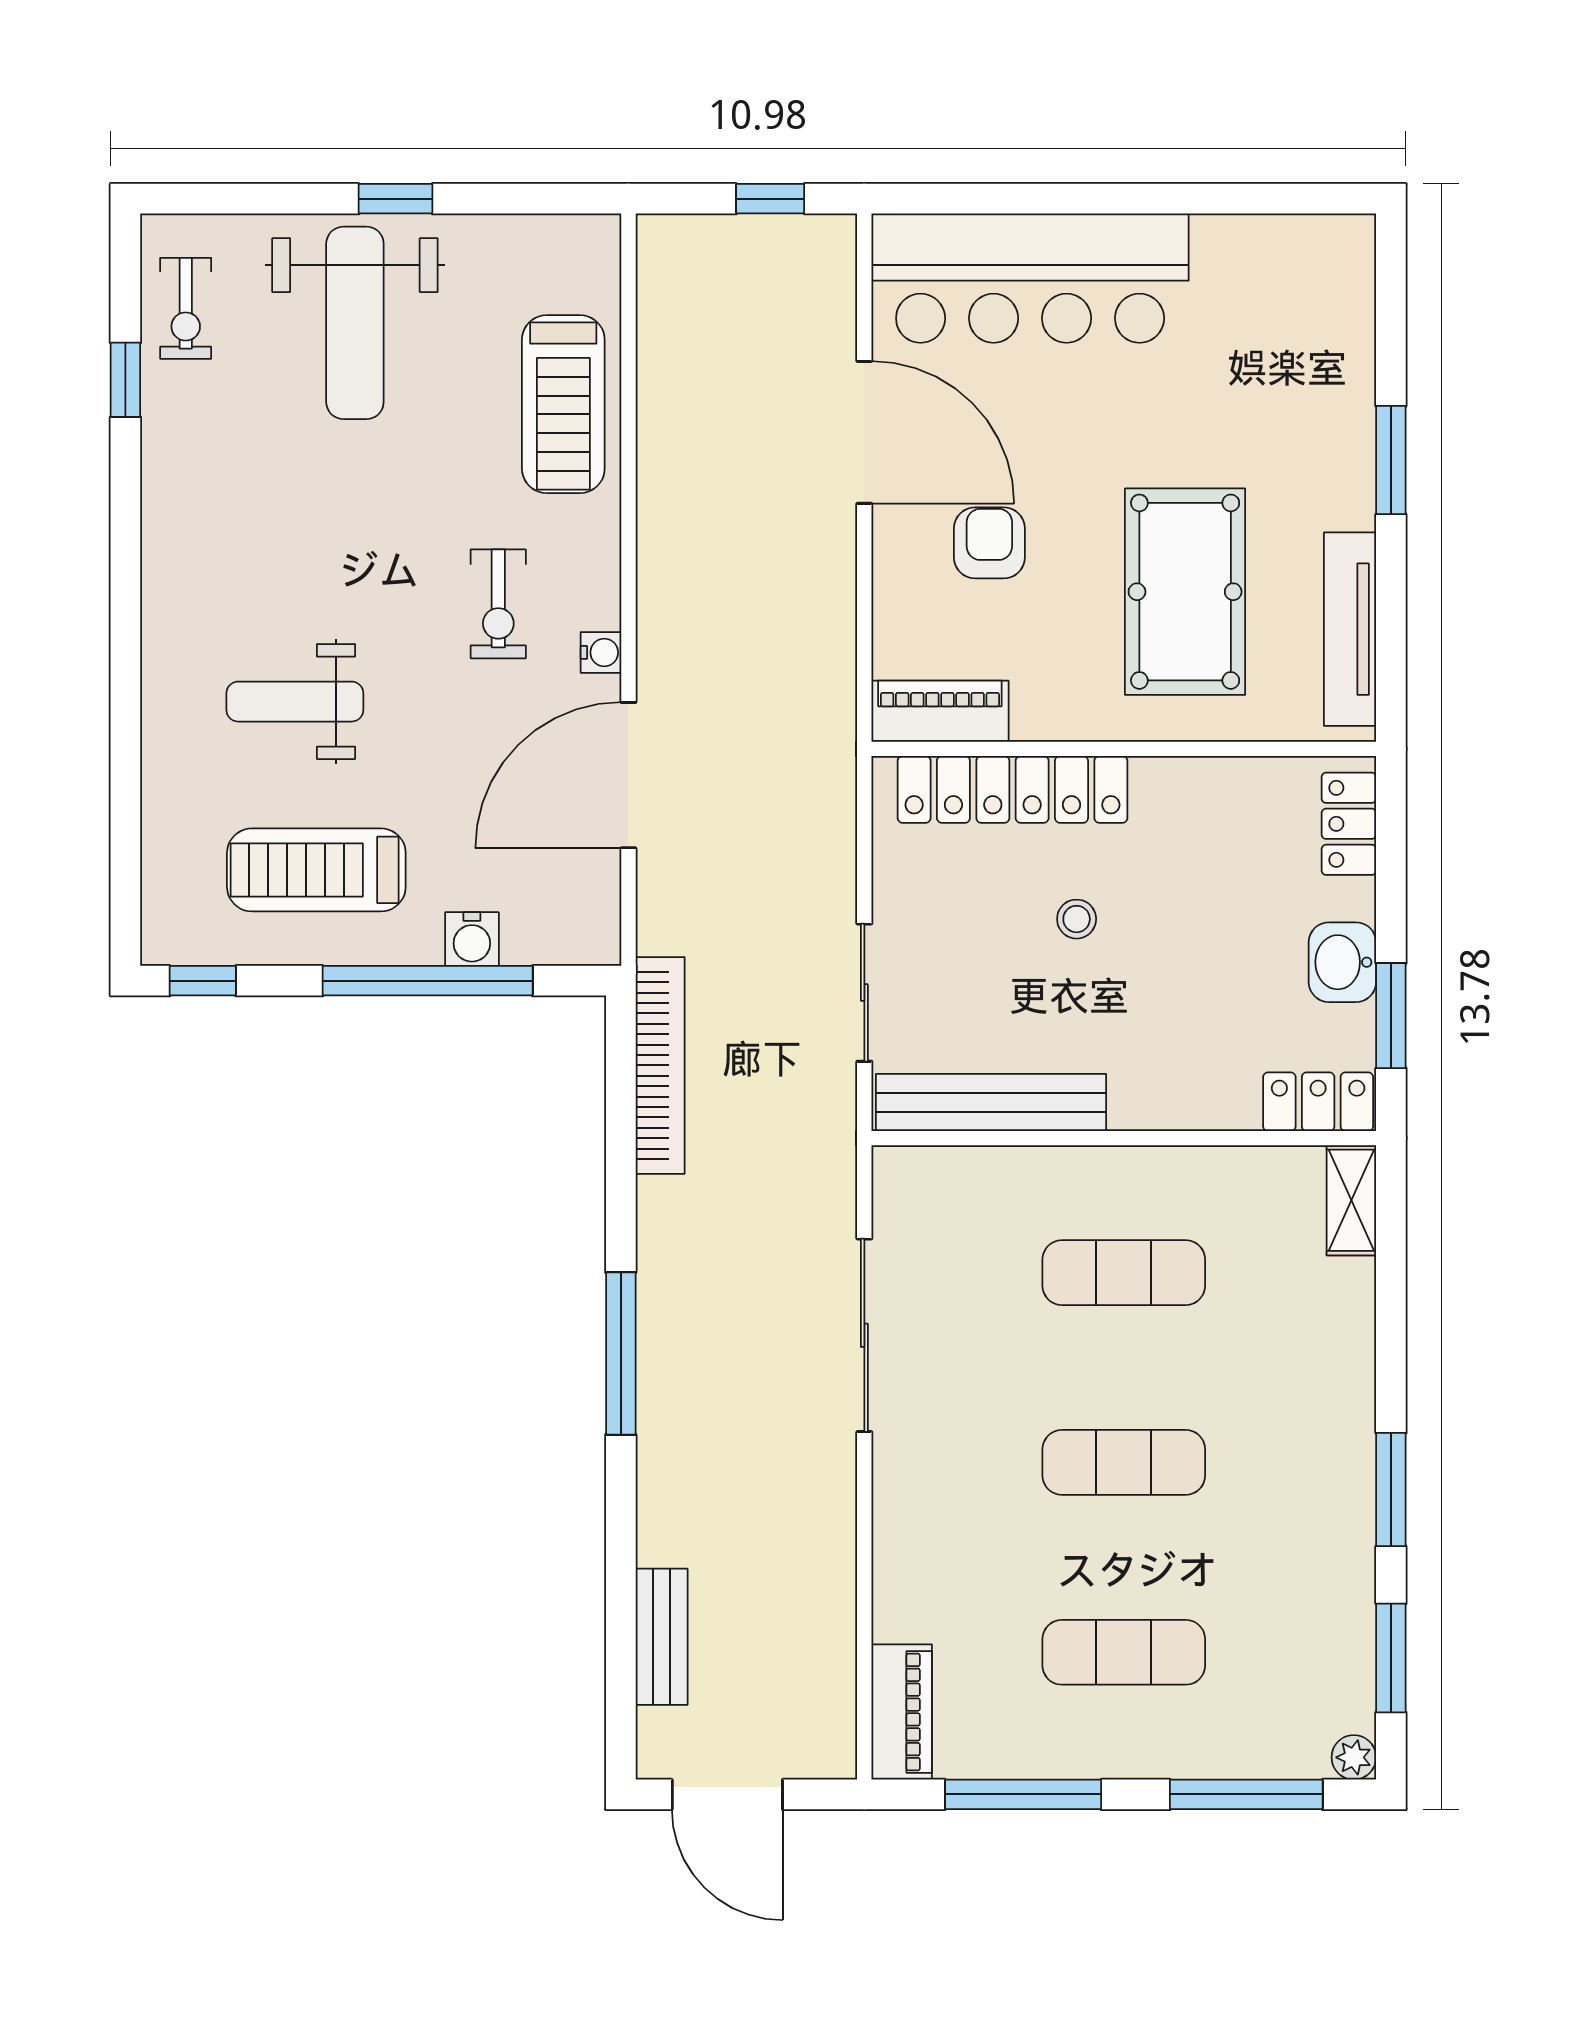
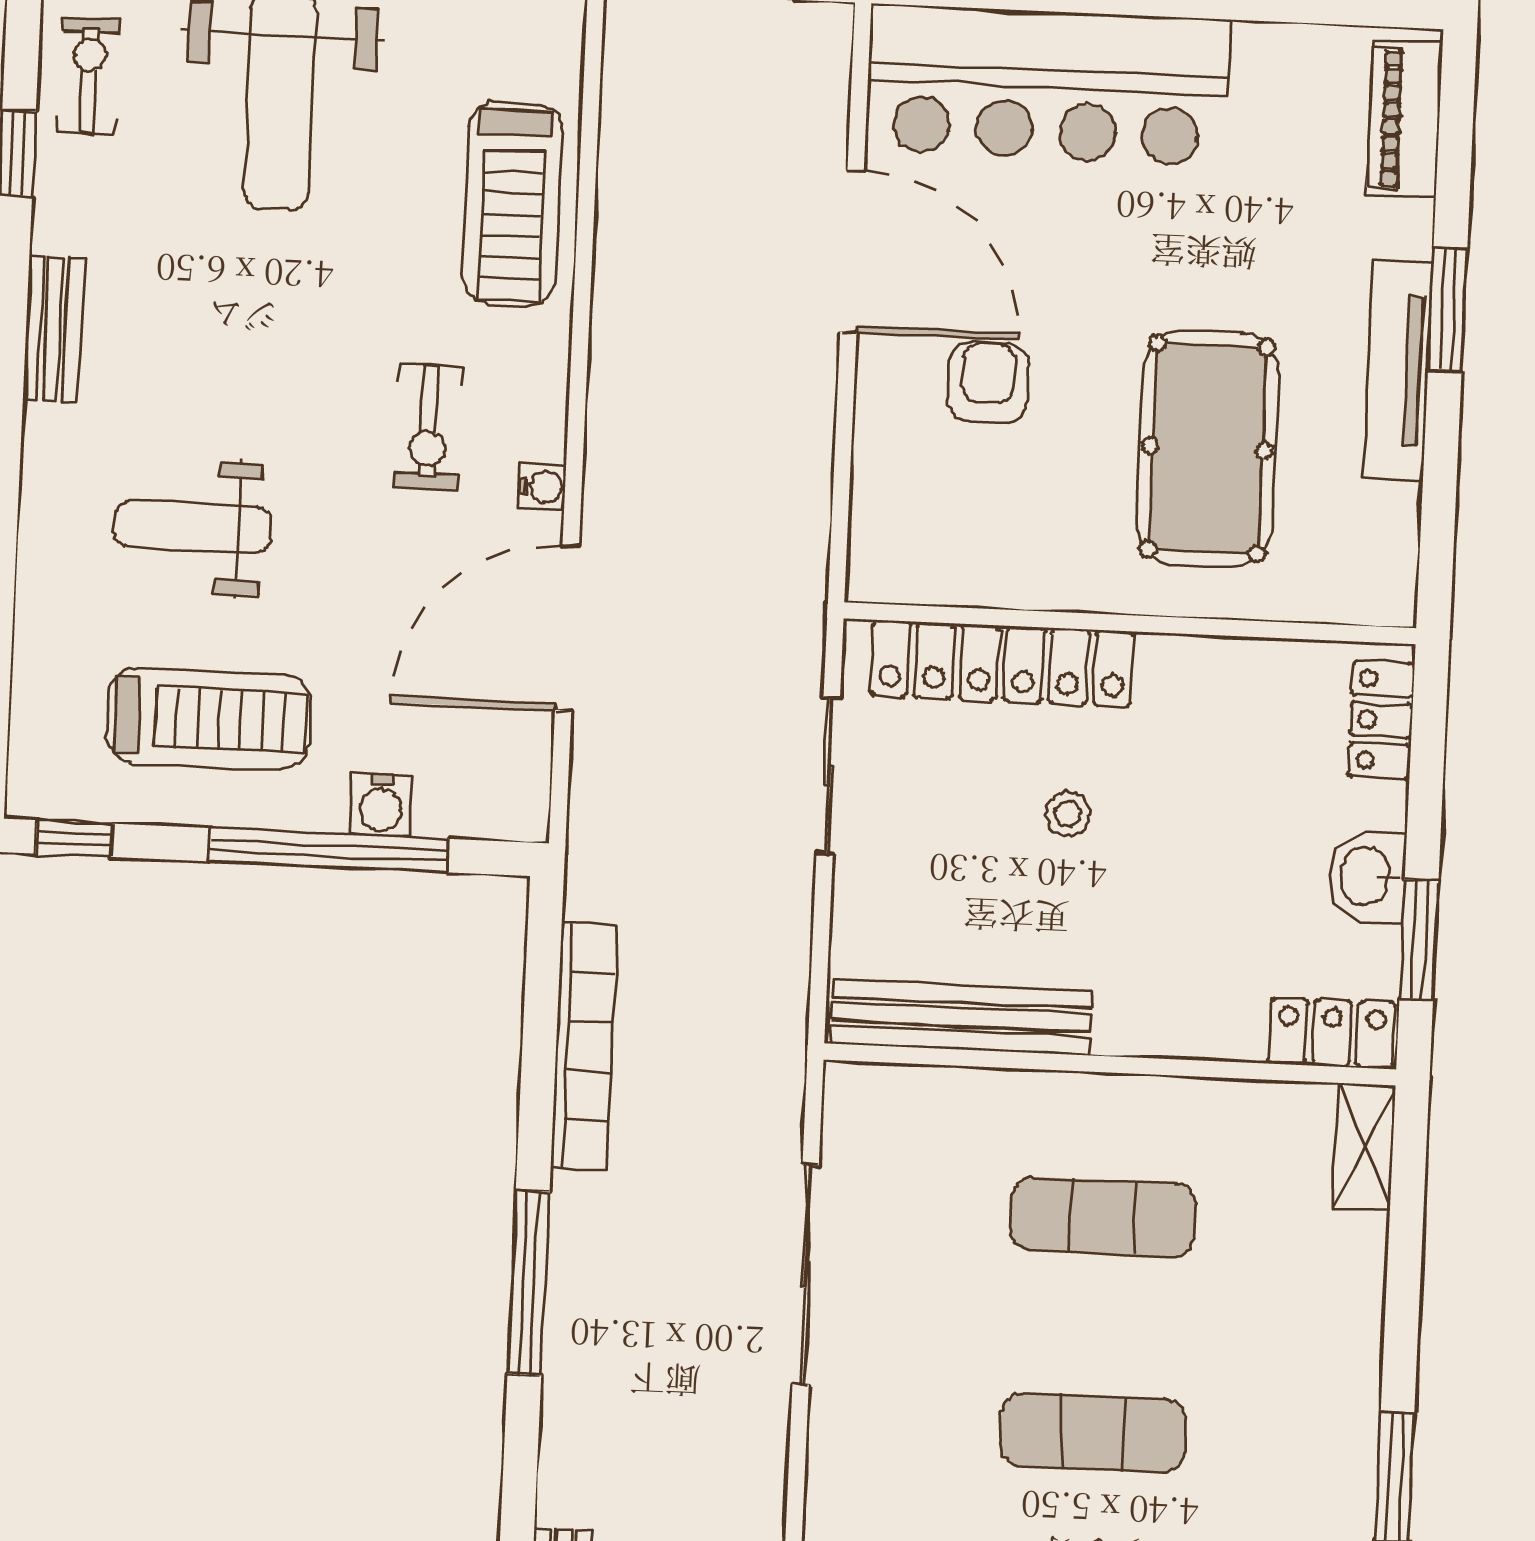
exercise bike: (186, 308) -> (89, 75), turned 180
bench: (164, 533) -> (53, 329), added
tv unit: (1350, 629) -> (1398, 371), moved
piano: (940, 711) -> (1405, 119), moved, turned -90
treadmill: (316, 870) -> (208, 719), turned 180
sliding door: (864, 993) -> (828, 775), moved
bookcase: (660, 1065) -> (584, 1046), moved

